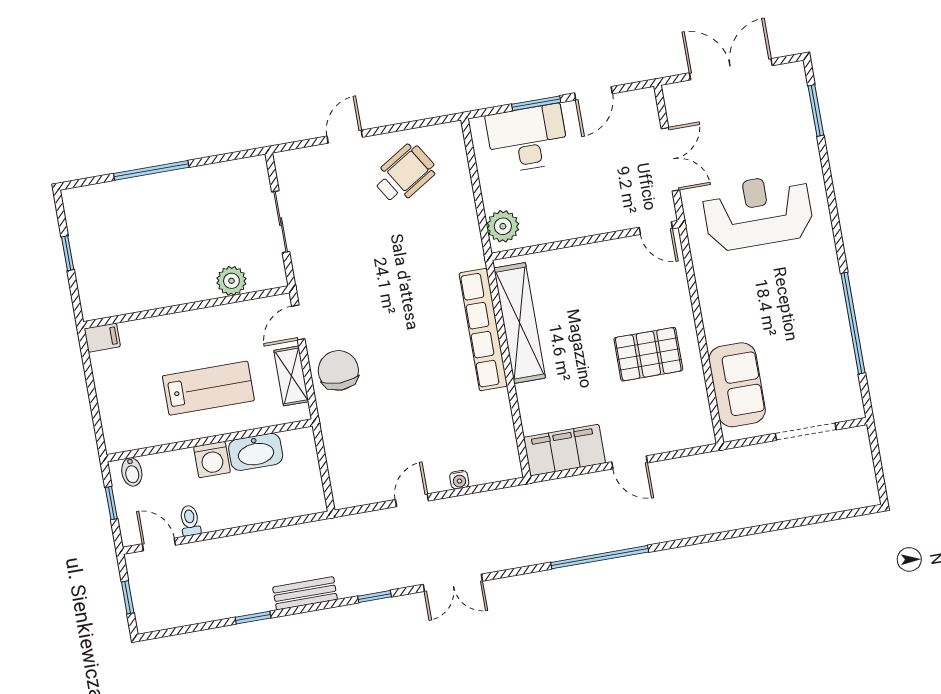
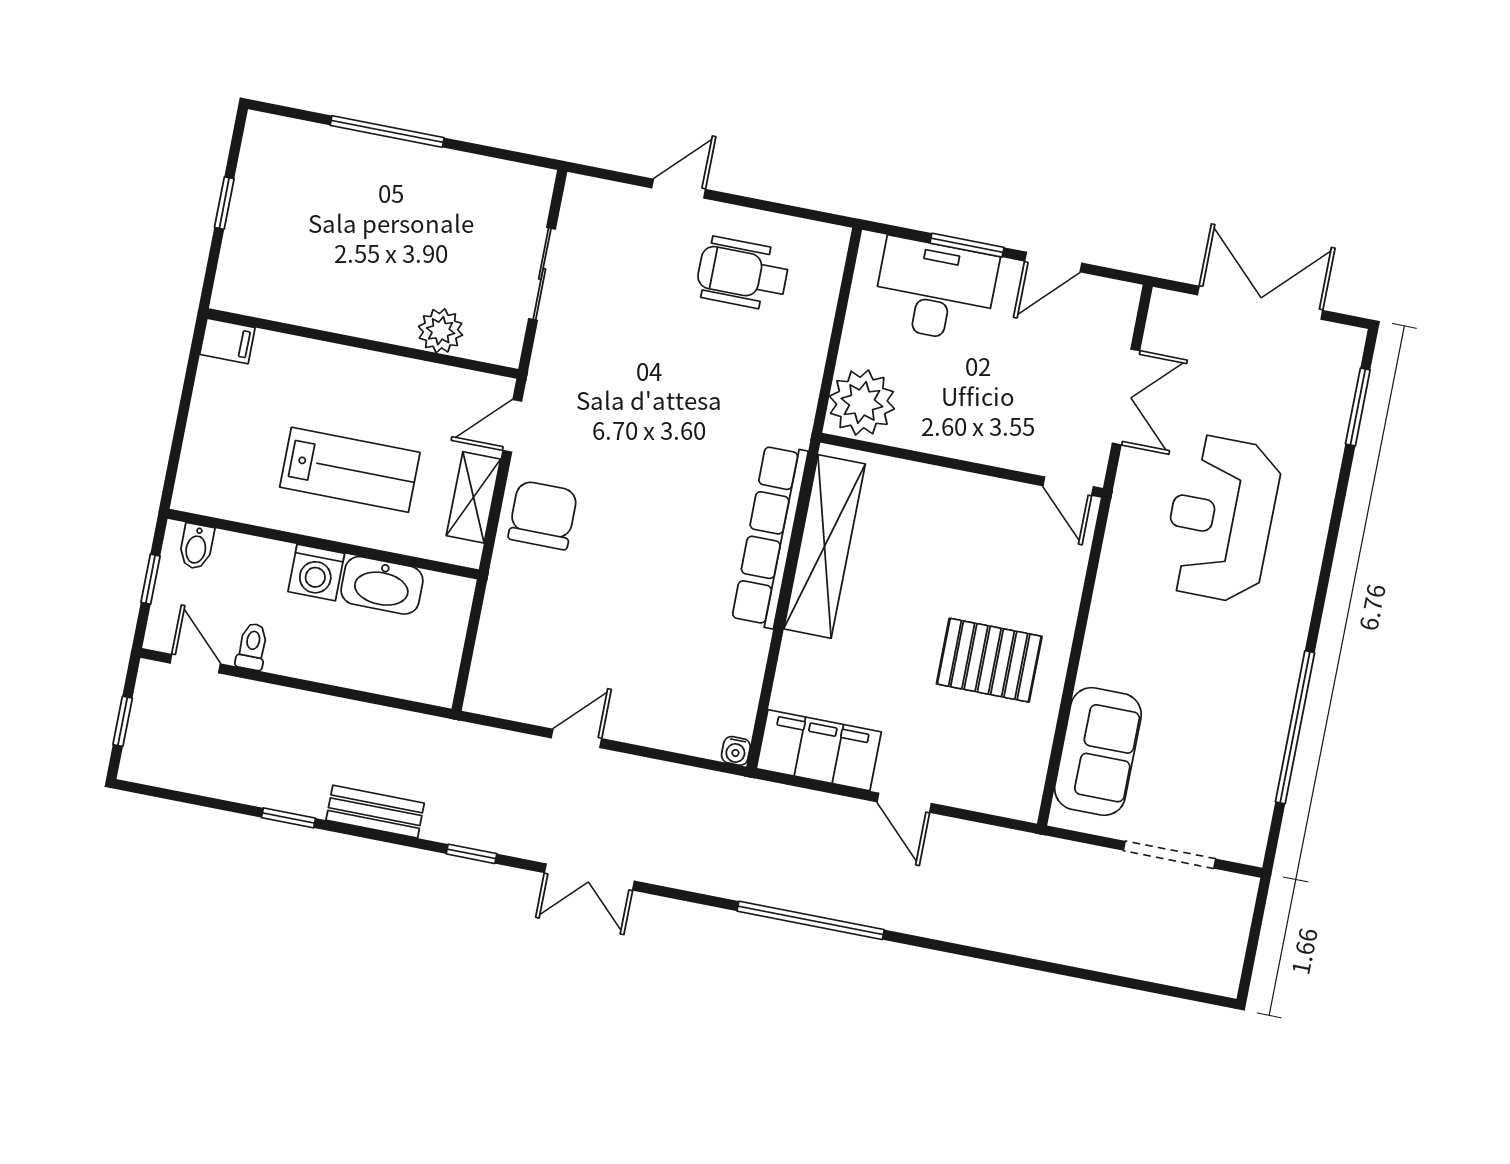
wheelchair: (404, 174) -> (743, 274), turned -148
reception desk: (758, 212) -> (1221, 519), turned -90
plant: (503, 226) -> (862, 402), width x1.36, depth x1.36
water cooler: (459, 480) -> (736, 751), moved

